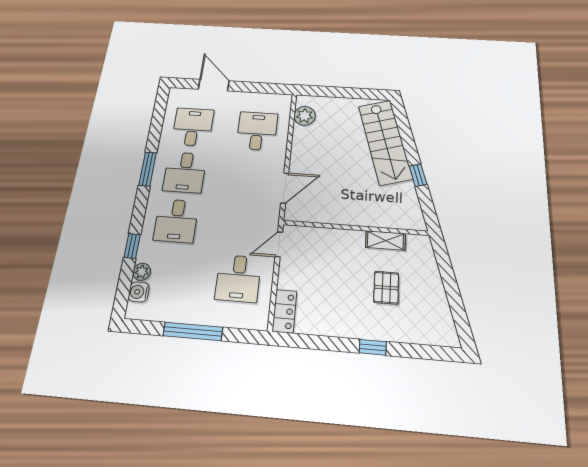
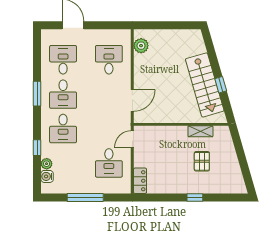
stairs: (385, 142) -> (205, 85), moved

